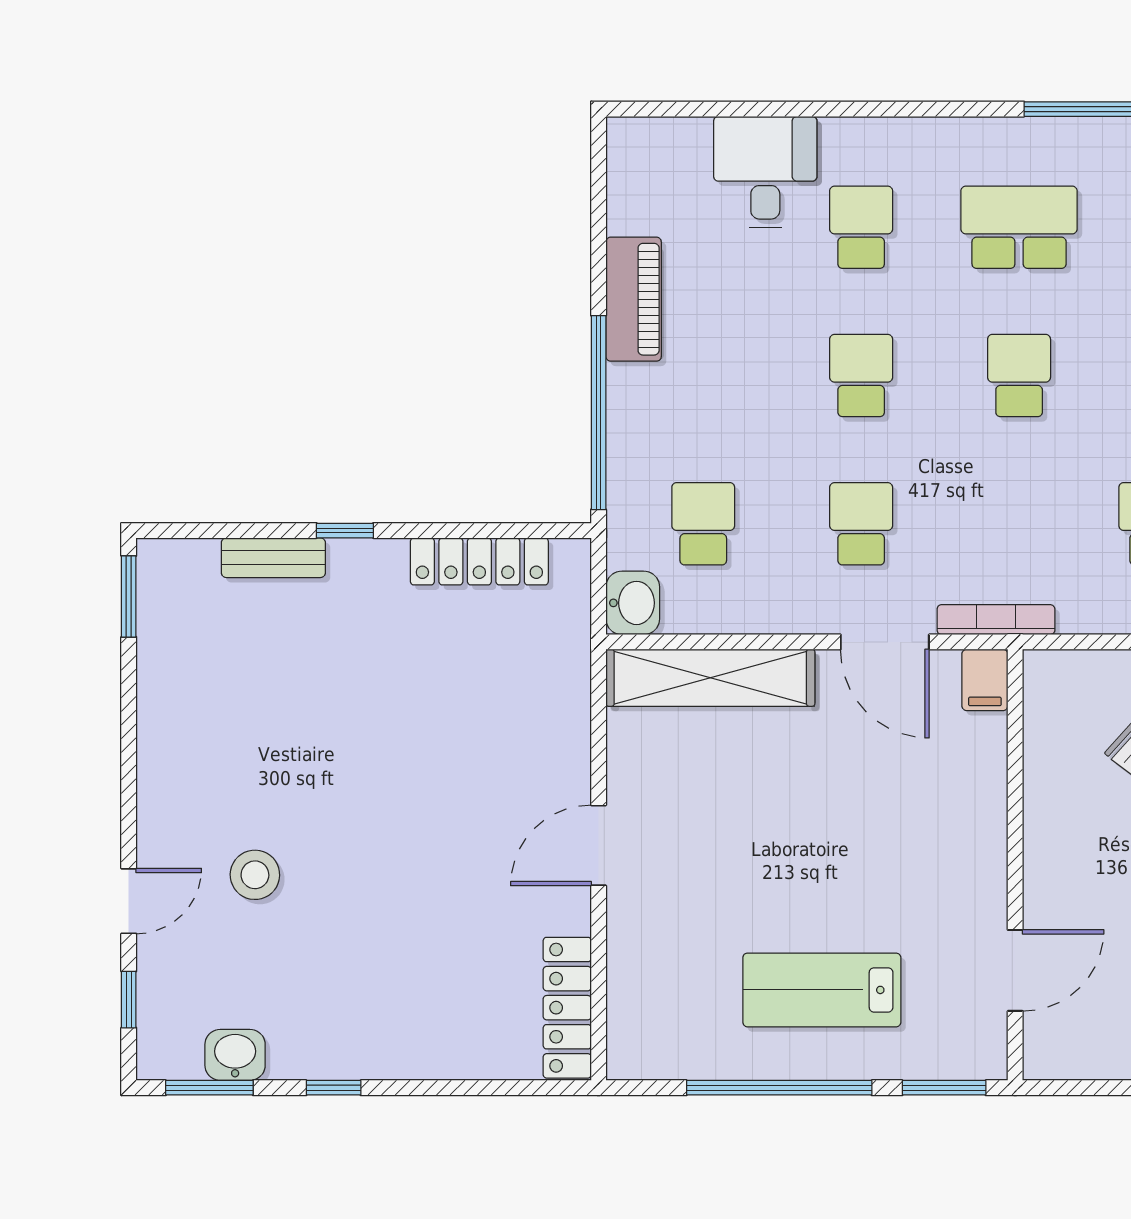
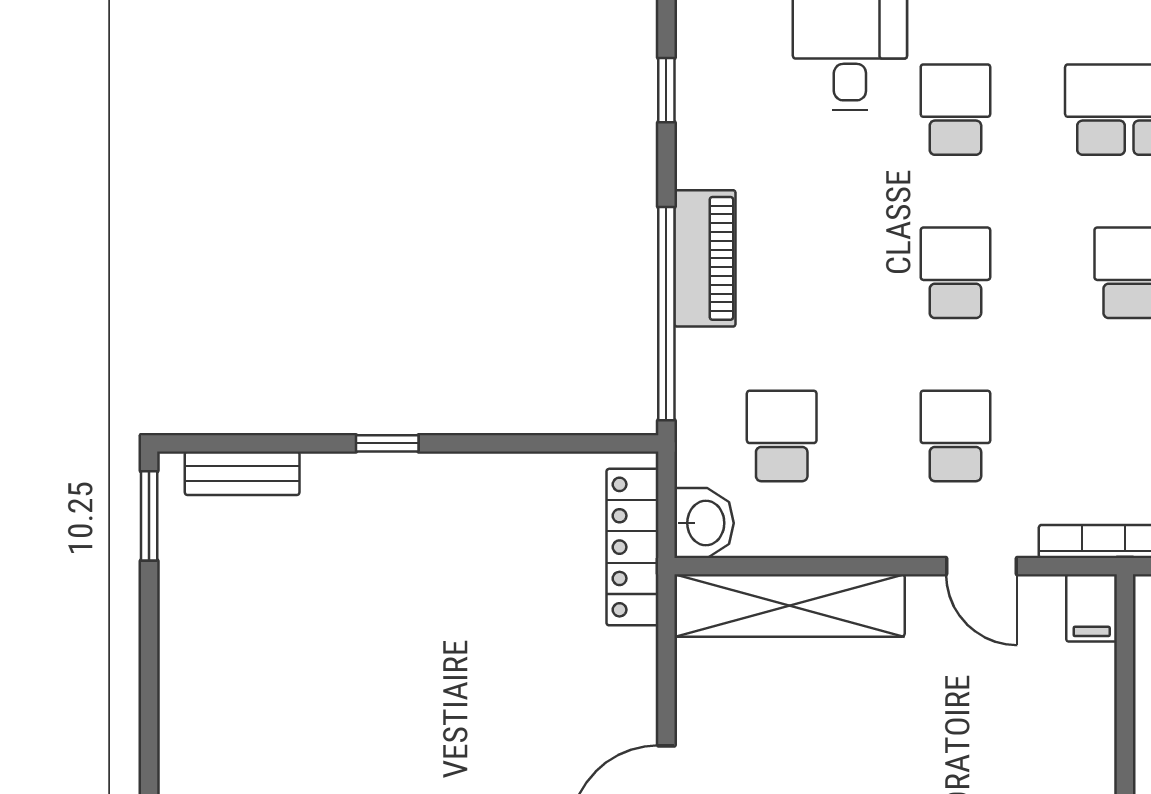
window: (599, 210) -> (666, 90), added
piano: (634, 299) -> (705, 258), moved
bench: (273, 558) -> (242, 473), moved
locker: (479, 561) -> (632, 547), moved, turned 90
door: (885, 642) -> (981, 566), width x0.73

